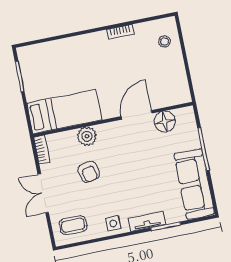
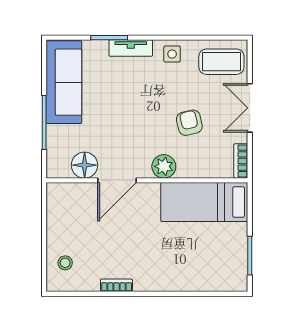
plant: (87, 136) -> (164, 166), moved
double door: (43, 193) -> (250, 108), swing flipped
coffee table: (73, 225) -> (221, 62), width x1.36, depth x1.30

